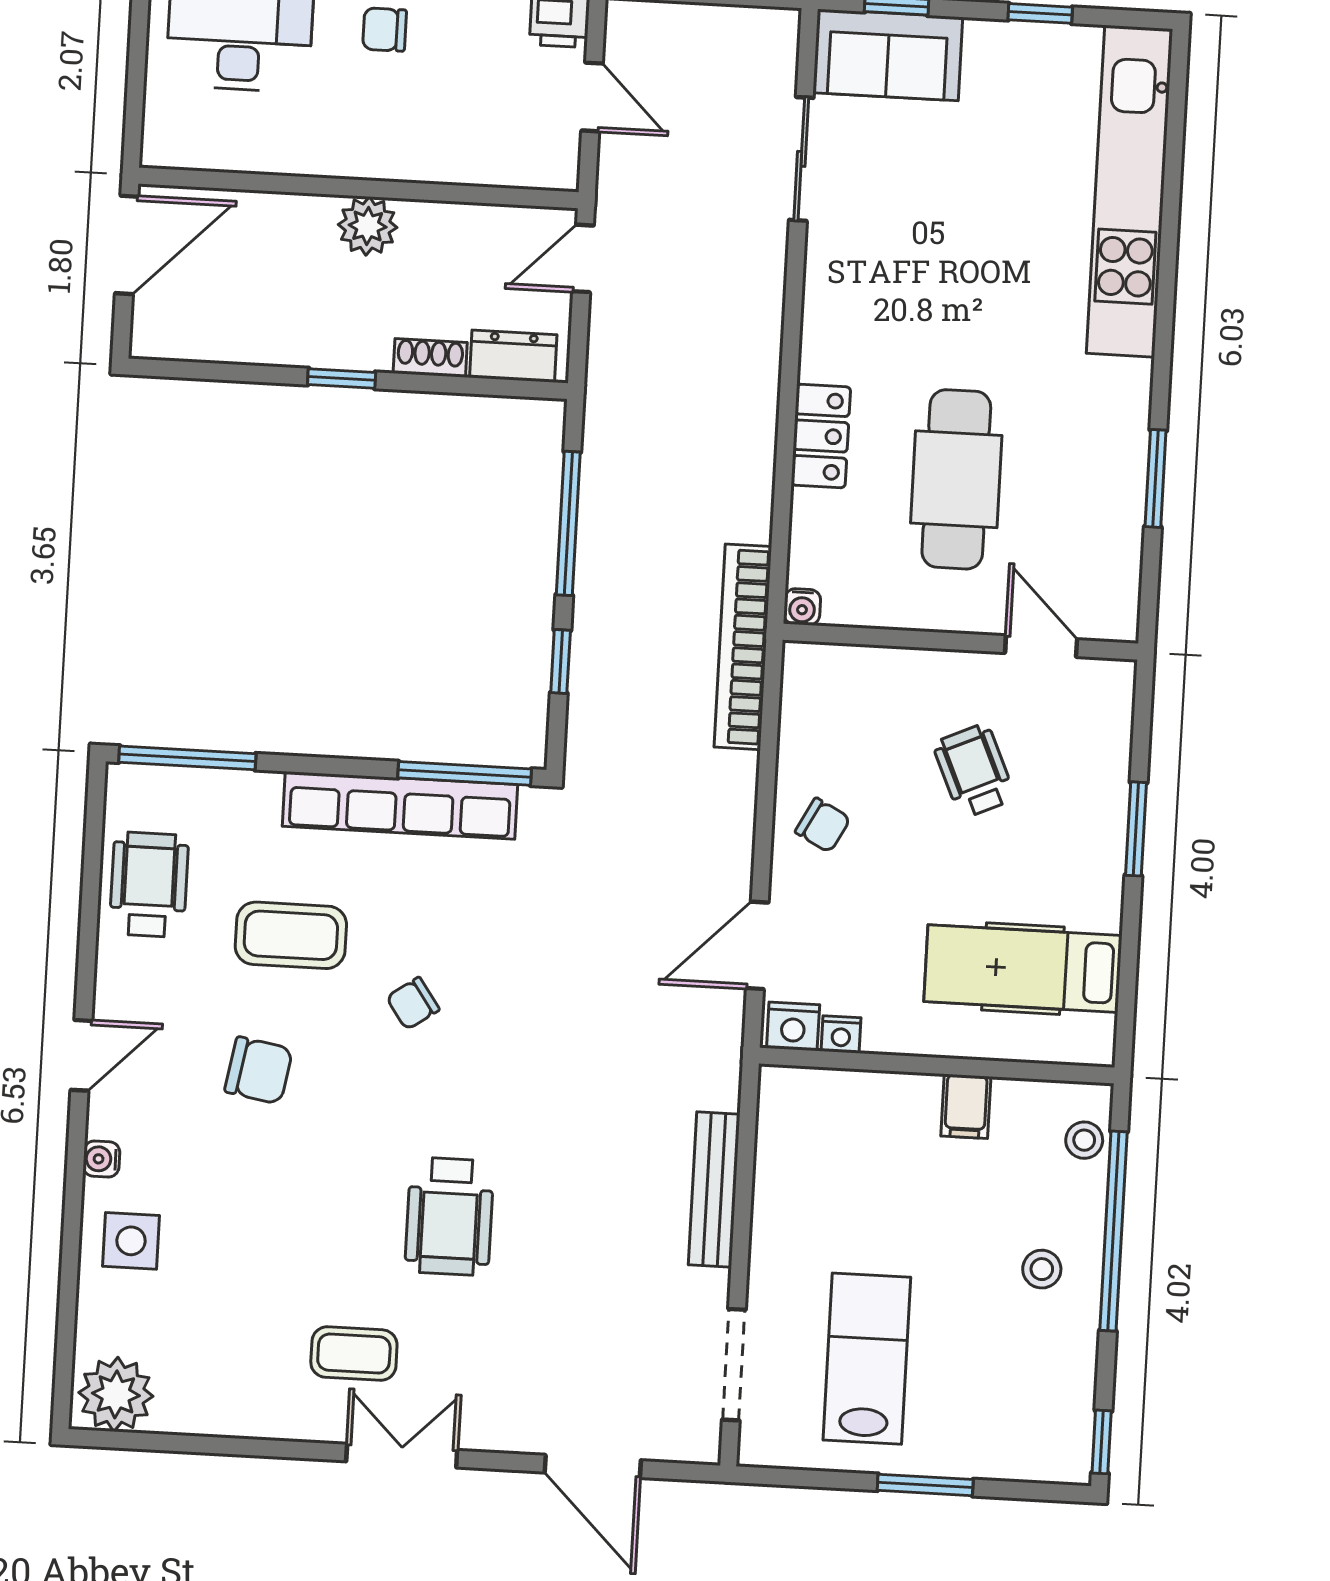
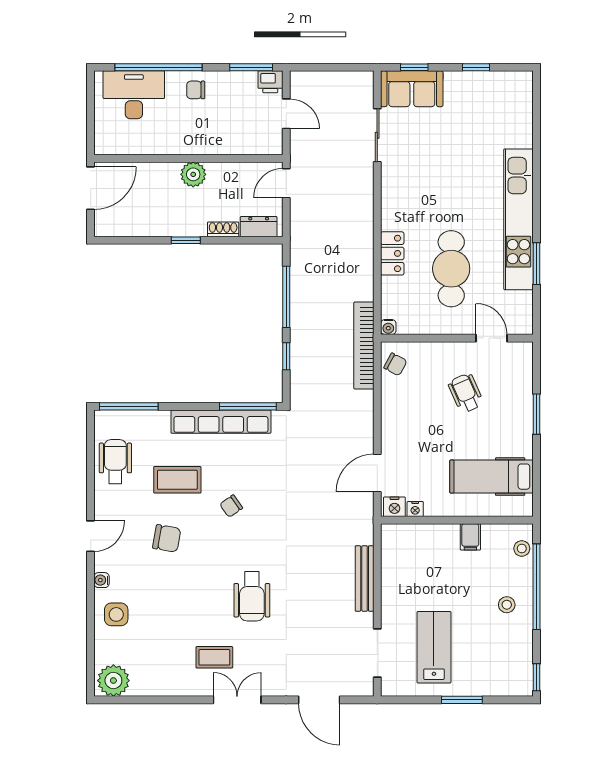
kitchen unit: (1130, 191) -> (518, 219), moved
chair: (823, 825) -> (395, 364), moved

